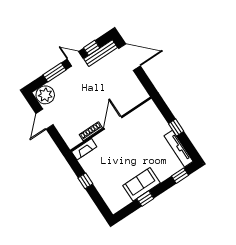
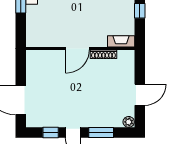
bench: (101, 53) -> (45, 122), removed
plant: (45, 95) -> (129, 122), width x0.53, depth x0.53

